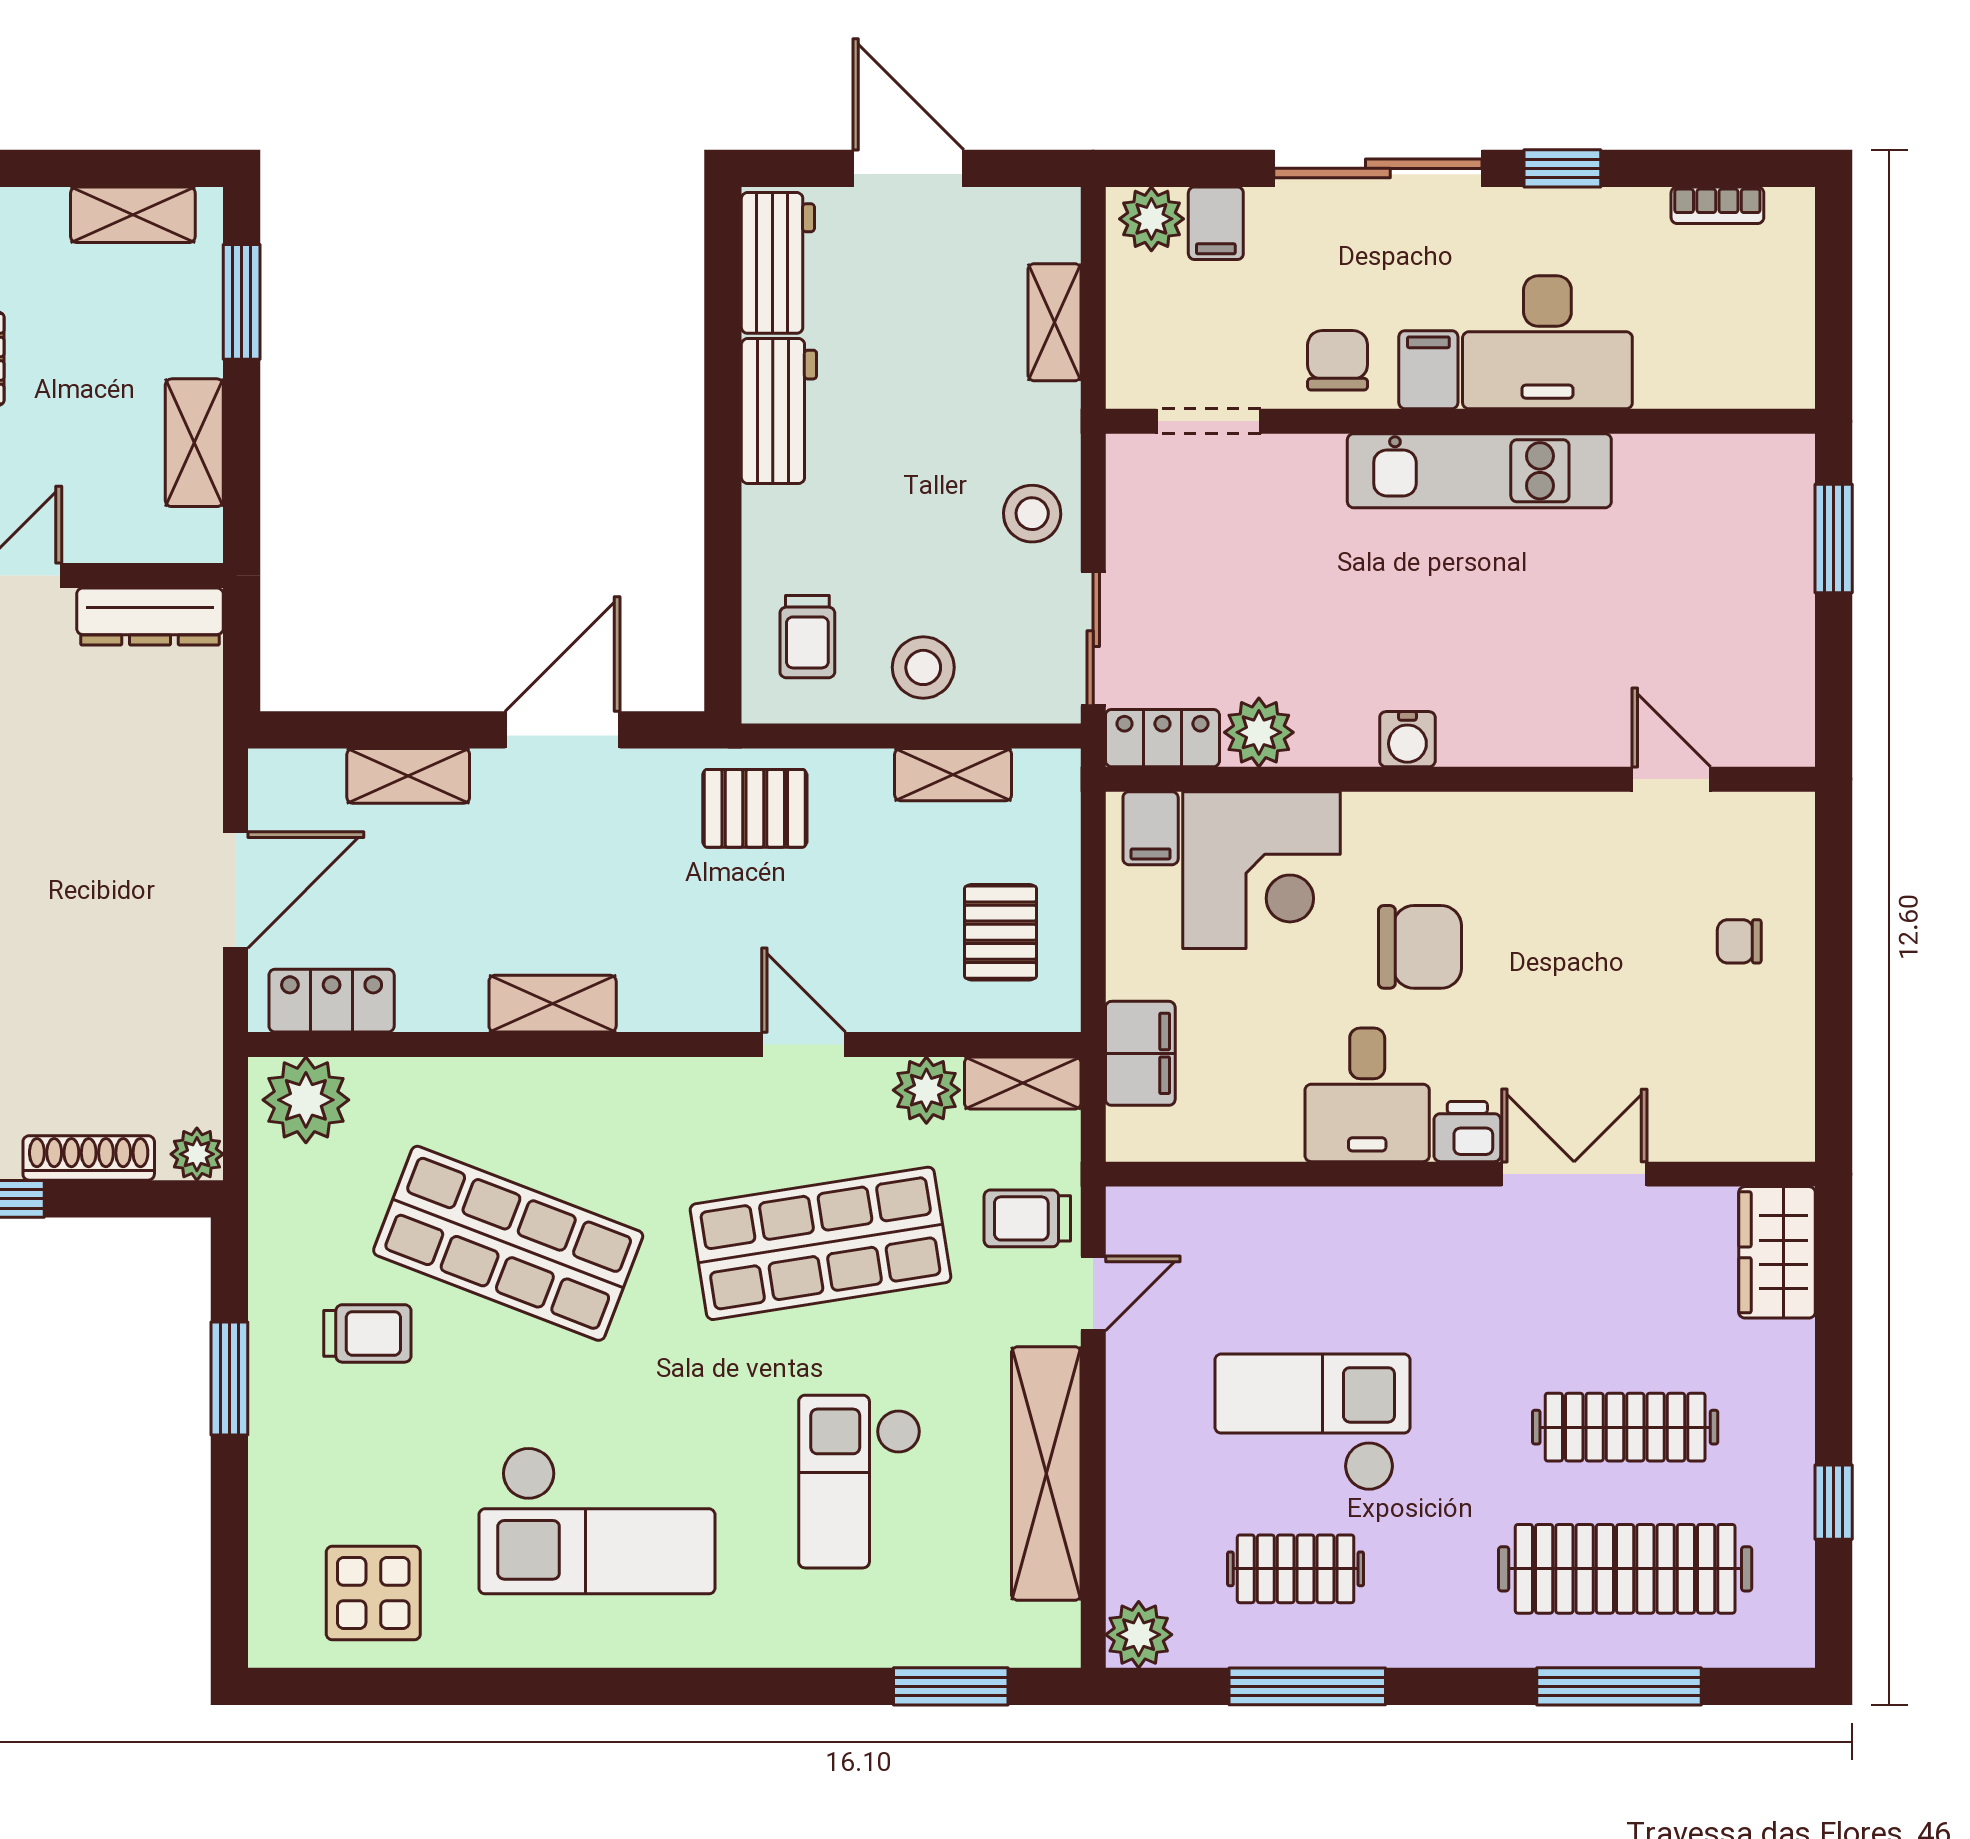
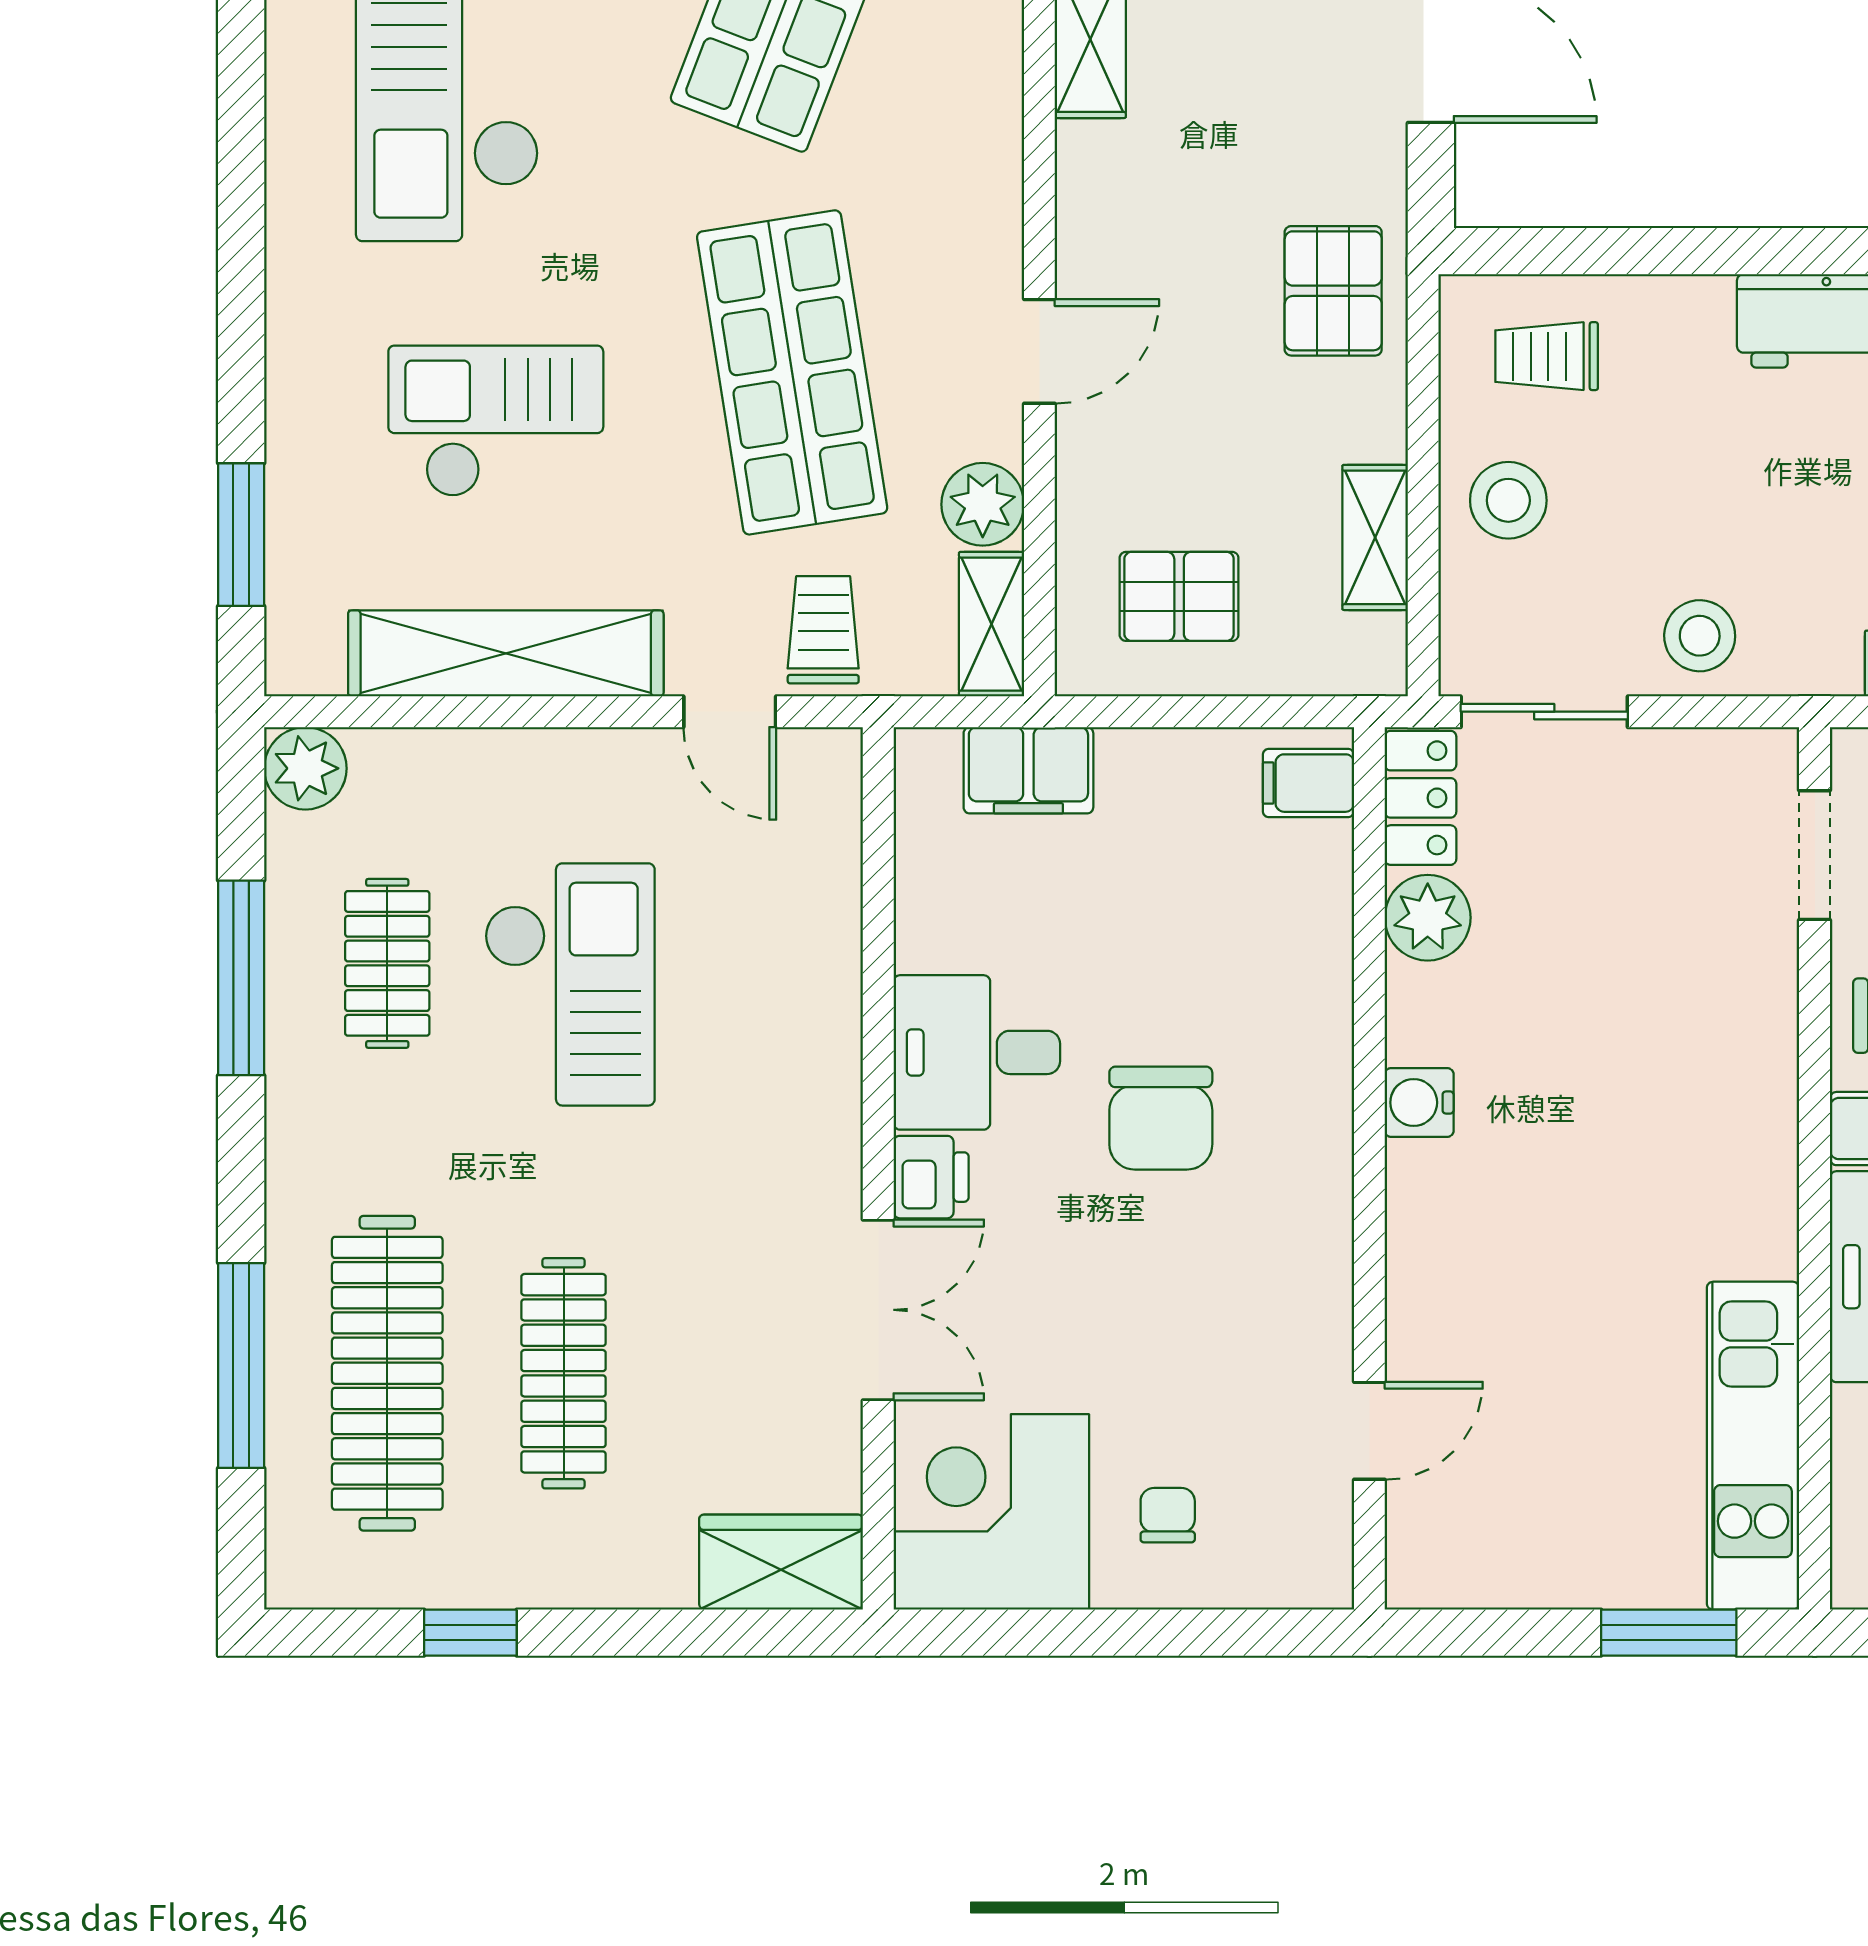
kitchen unit: (1479, 471) -> (1753, 1446), moved
corner desk: (1262, 870) -> (991, 1512), moved, turned 90

